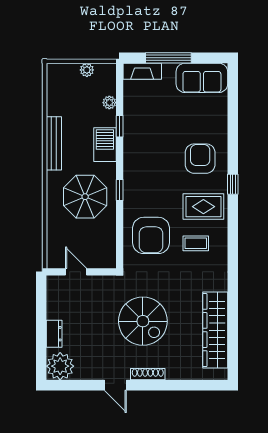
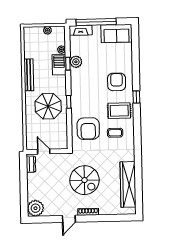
window: (168, 58) -> (96, 22), width x1.46
plant: (133, 124) -> (76, 62), added
barbecue: (105, 145) -> (59, 65), moved
dresser: (54, 334) -> (31, 164), moved
door: (115, 385) -> (69, 219), hinge flipped

